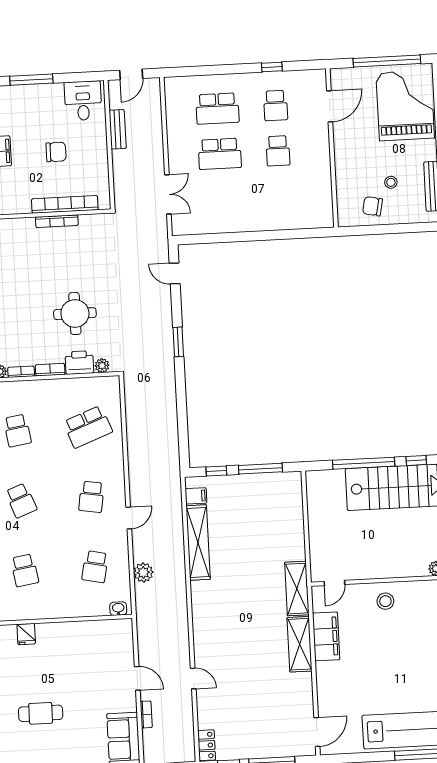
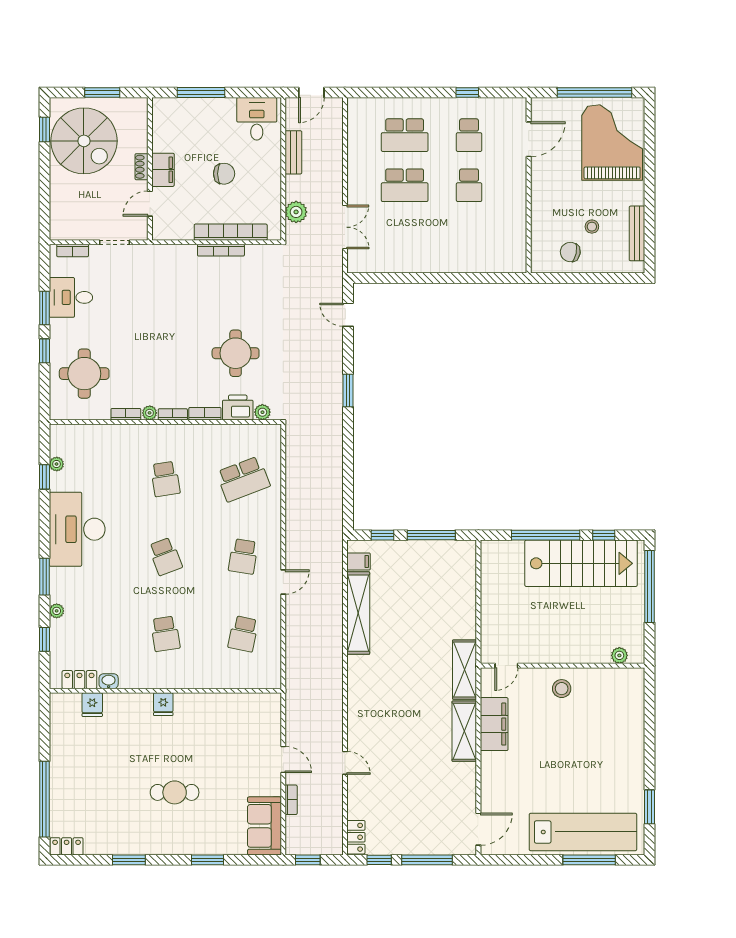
plant: (143, 573) -> (296, 212), moved
washbasin: (118, 609) -> (266, 681), removed

